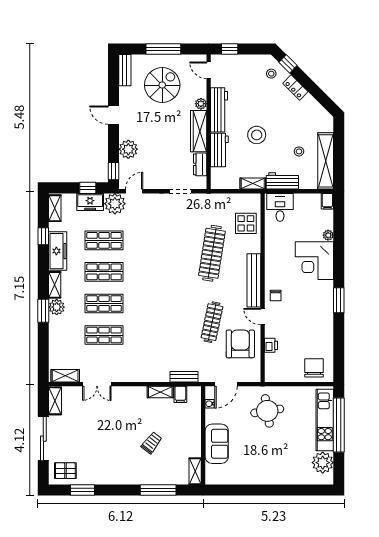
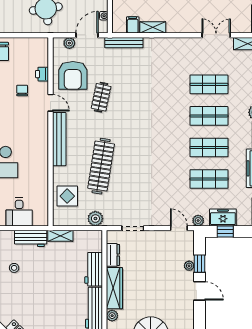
door: (113, 115) -> (200, 291), moved
stool: (257, 135) -> (56, 284), removed
plant: (128, 149) -> (189, 266), width x0.53, depth x0.53
window: (113, 171) -> (200, 264), moved
door: (134, 191) -> (179, 228), swing flipped
plant: (218, 201) -> (95, 219), added
plant: (115, 204) -> (198, 221), width x0.53, depth x0.53
desk: (280, 207) -> (19, 212), moved
chair: (276, 295) -> (22, 91), moved
clothes rail: (212, 322) -> (101, 97), width x0.73
plant: (244, 376) -> (69, 43), added
bench: (184, 377) -> (124, 43), width x1.36

